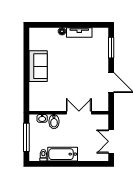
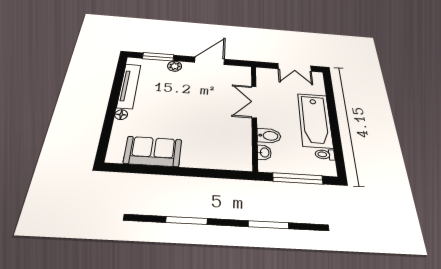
tv unit: (79, 32) -> (129, 86), width x1.41
plant: (104, 59) -> (175, 66), added
sofa: (38, 66) -> (153, 151), moved
bathtub: (63, 154) -> (315, 120), width x1.36, depth x1.36

